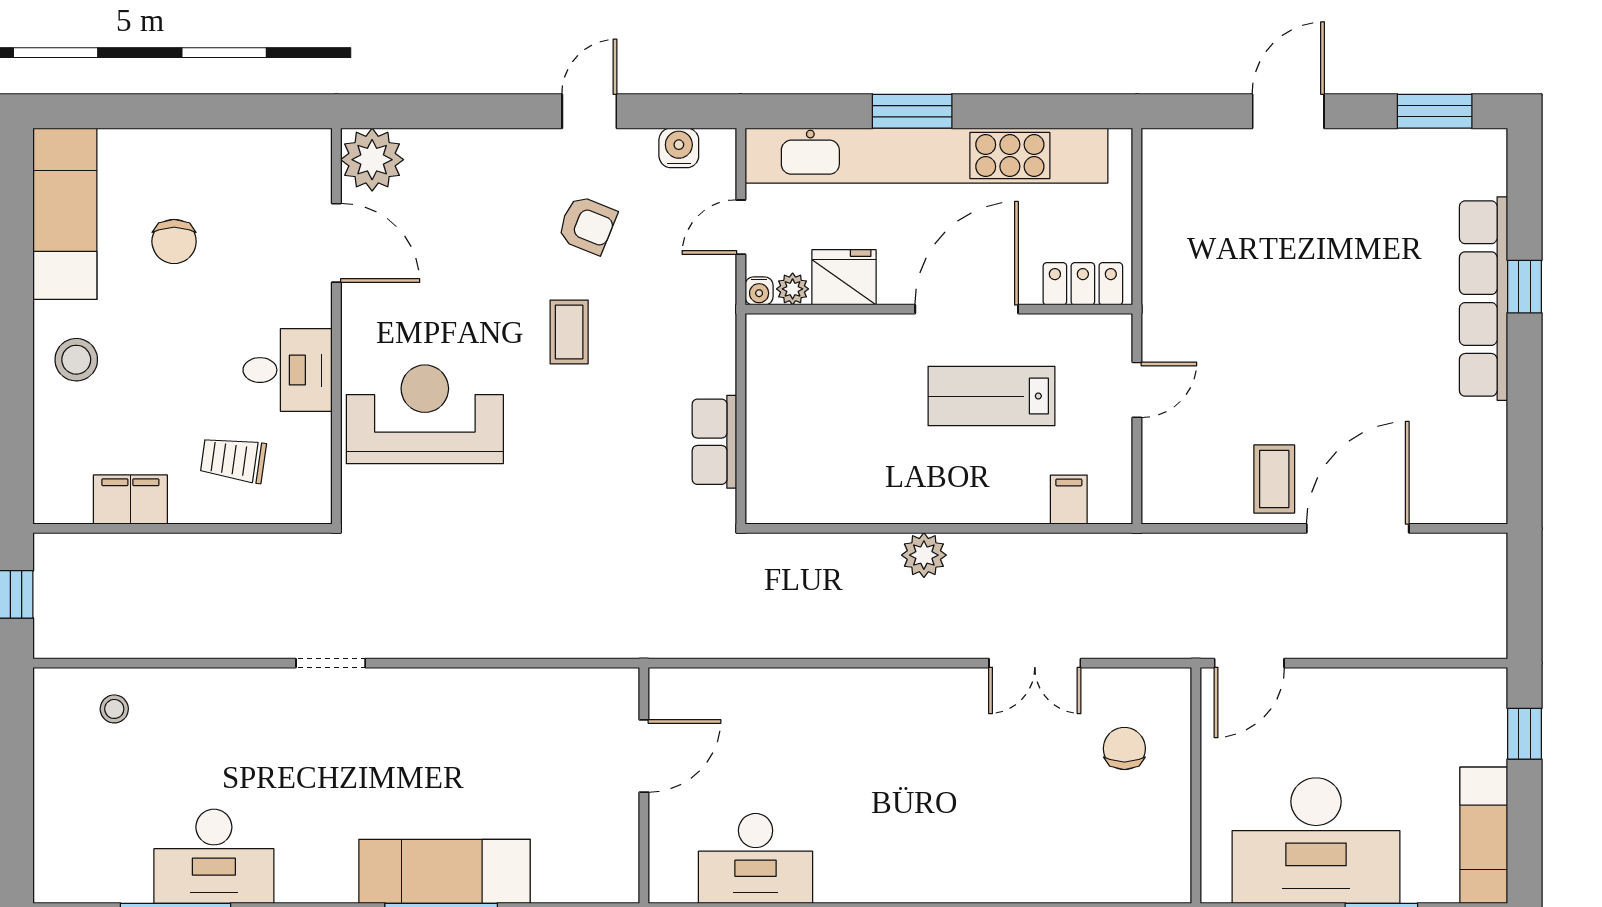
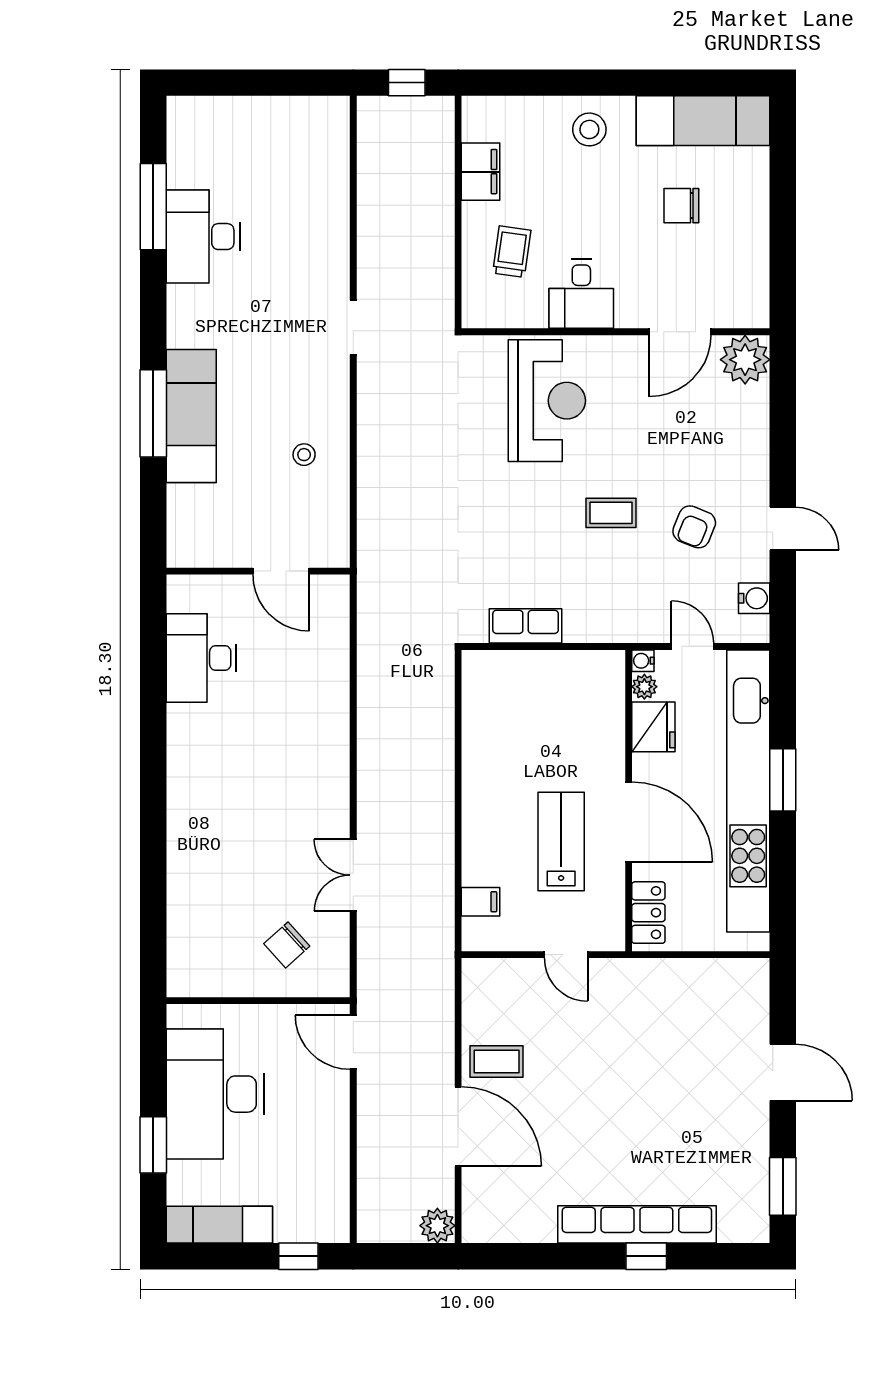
plant: (924, 555) -> (437, 1226), moved
stool: (114, 709) -> (304, 455), moved
chair: (1124, 749) -> (287, 945), turned 138

